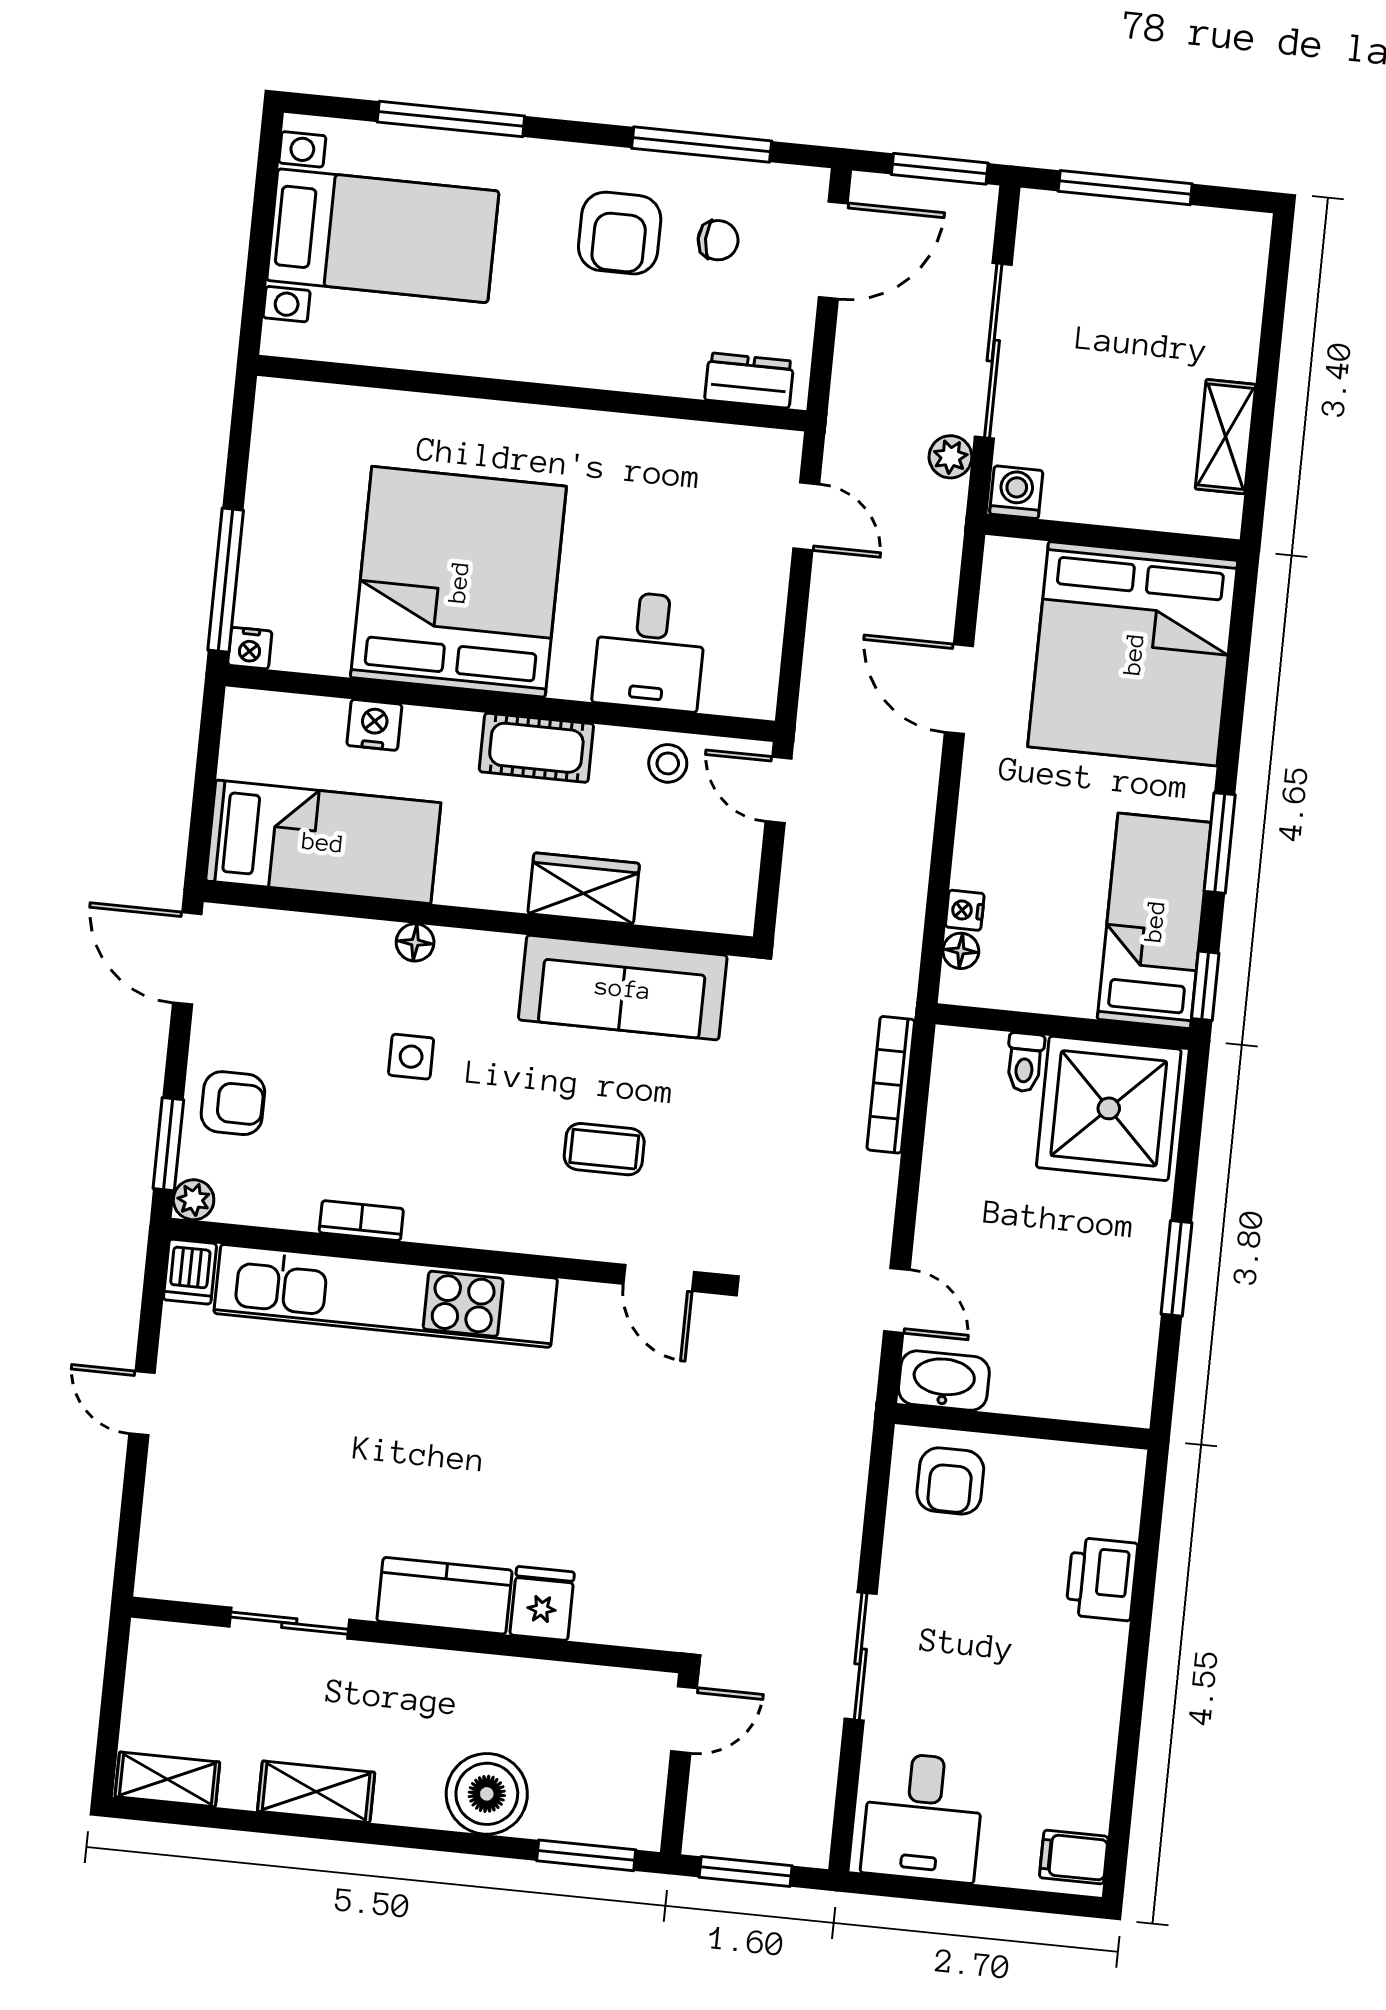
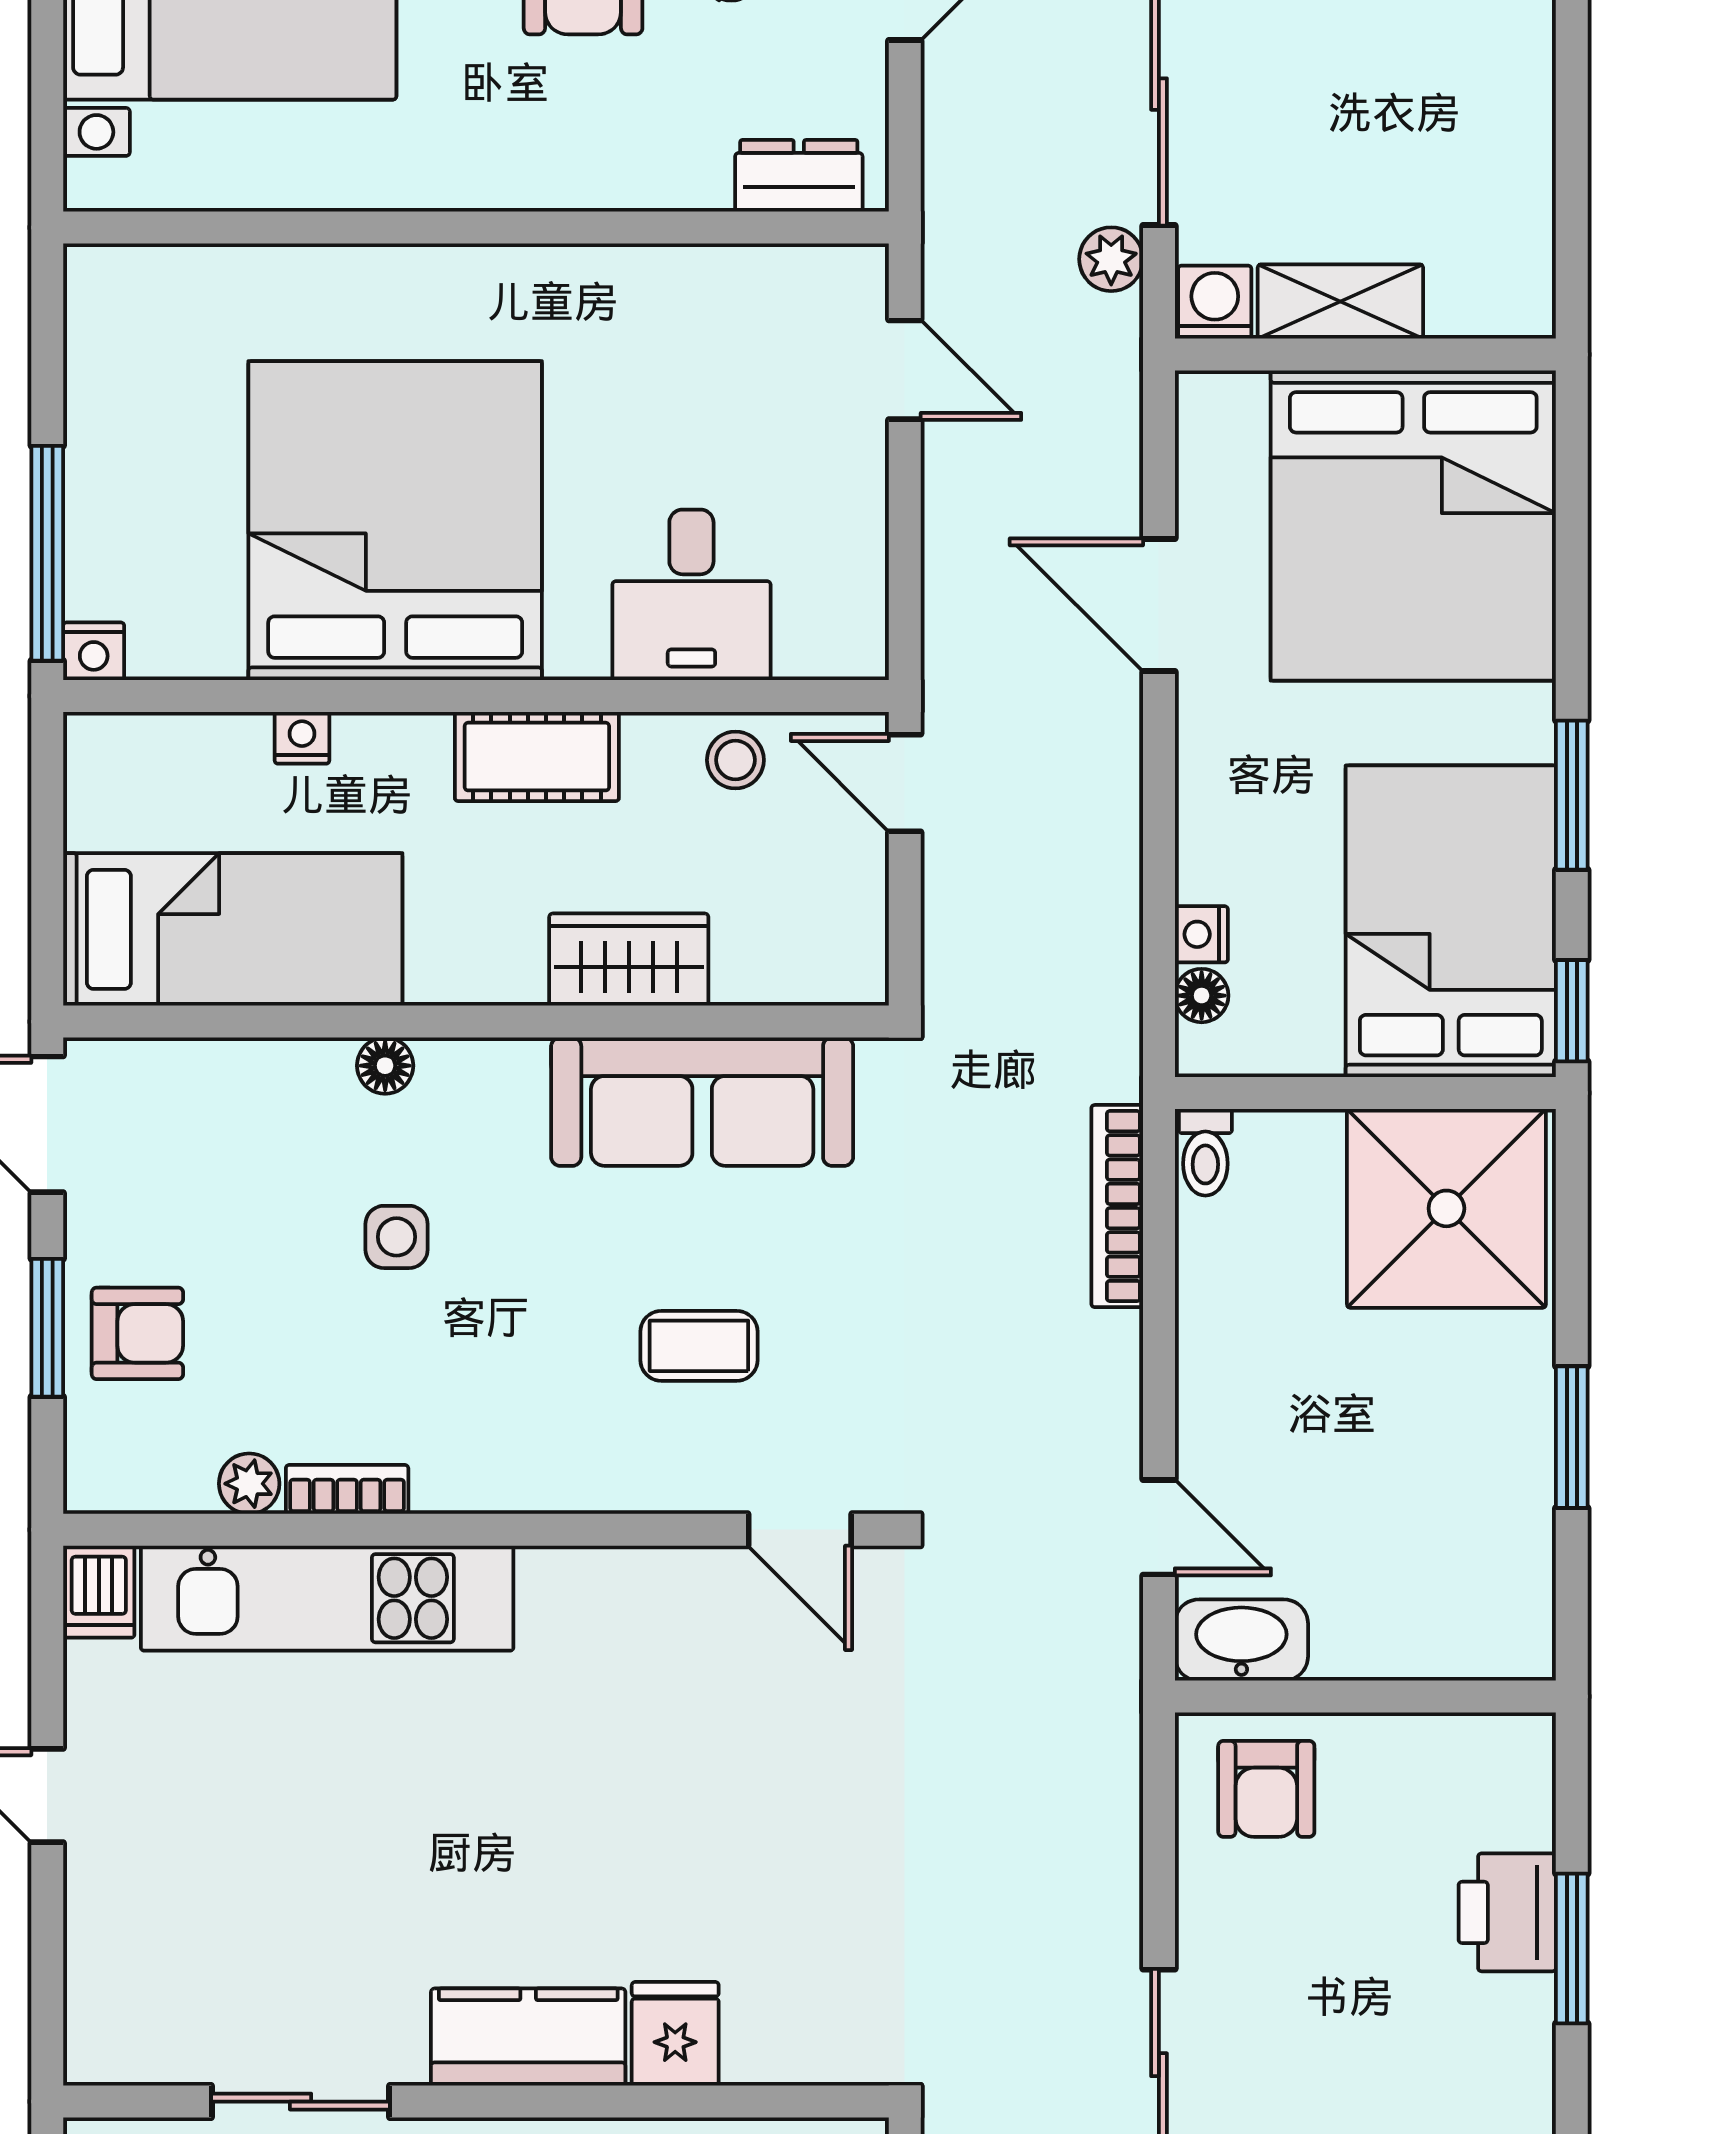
shelving: (1225, 437) -> (1340, 301), moved, turned 90
nightstand: (374, 725) -> (302, 738), width x0.72, depth x0.74
bed: (1154, 921) -> (1451, 921), width x1.50
toilet: (1025, 1062) -> (1205, 1152), moved
window: (168, 1144) -> (47, 1328), moved
plant: (194, 1200) -> (249, 1484), moved
kitchen unit: (386, 1296) -> (327, 1598), width x0.73
window: (1142, 1607) -> (1572, 1948), added

